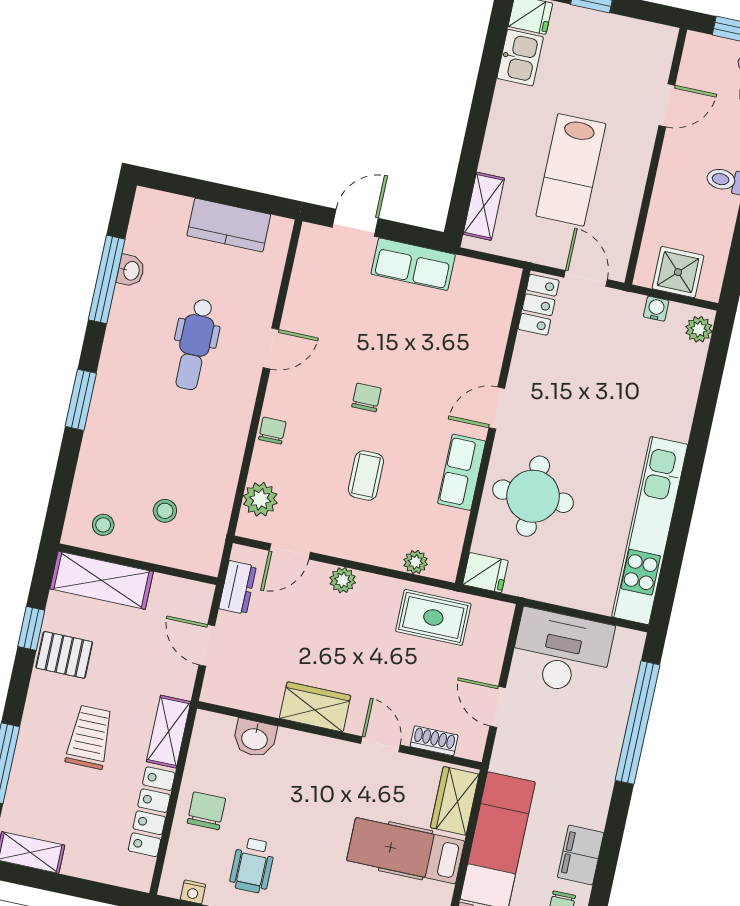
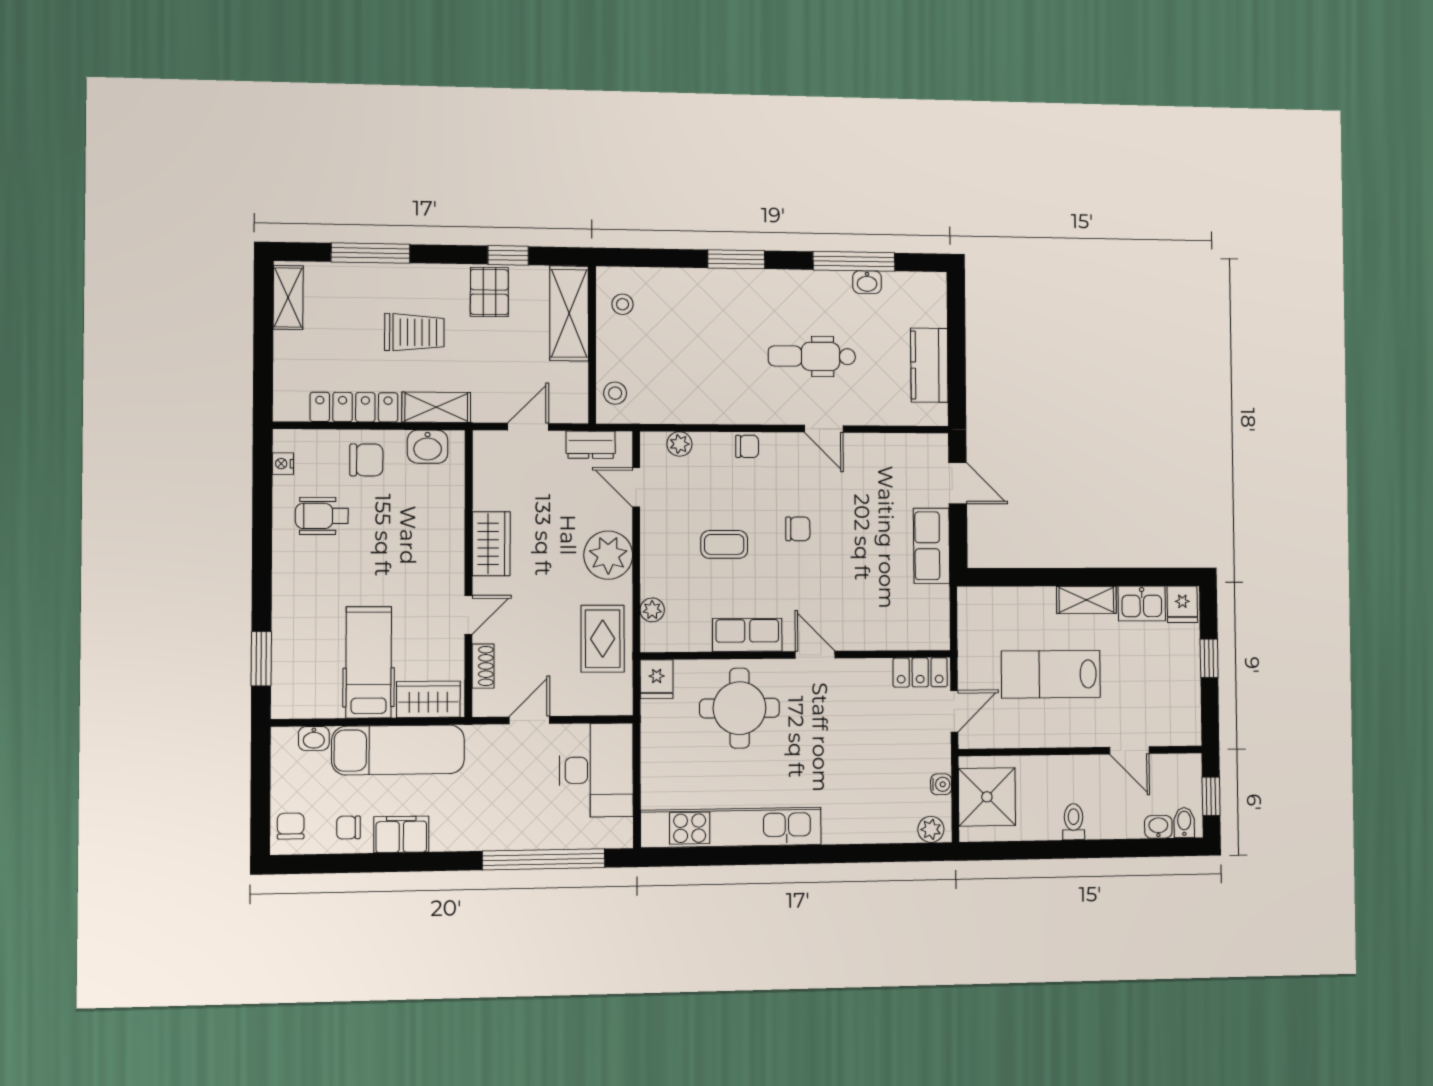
shelving: (484, 206) -> (1086, 600), moved
shower: (678, 272) -> (987, 797), width x1.36, depth x1.36
plant: (260, 499) -> (679, 444), width x0.73, depth x0.73
stool: (165, 511) -> (615, 393), moved
plant: (343, 580) -> (608, 555), width x1.87, depth x1.87
washbasin: (255, 738) -> (428, 447), moved, turned -90

